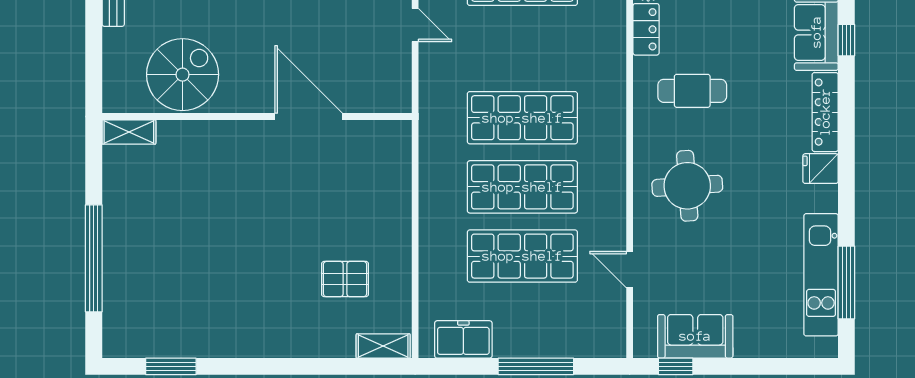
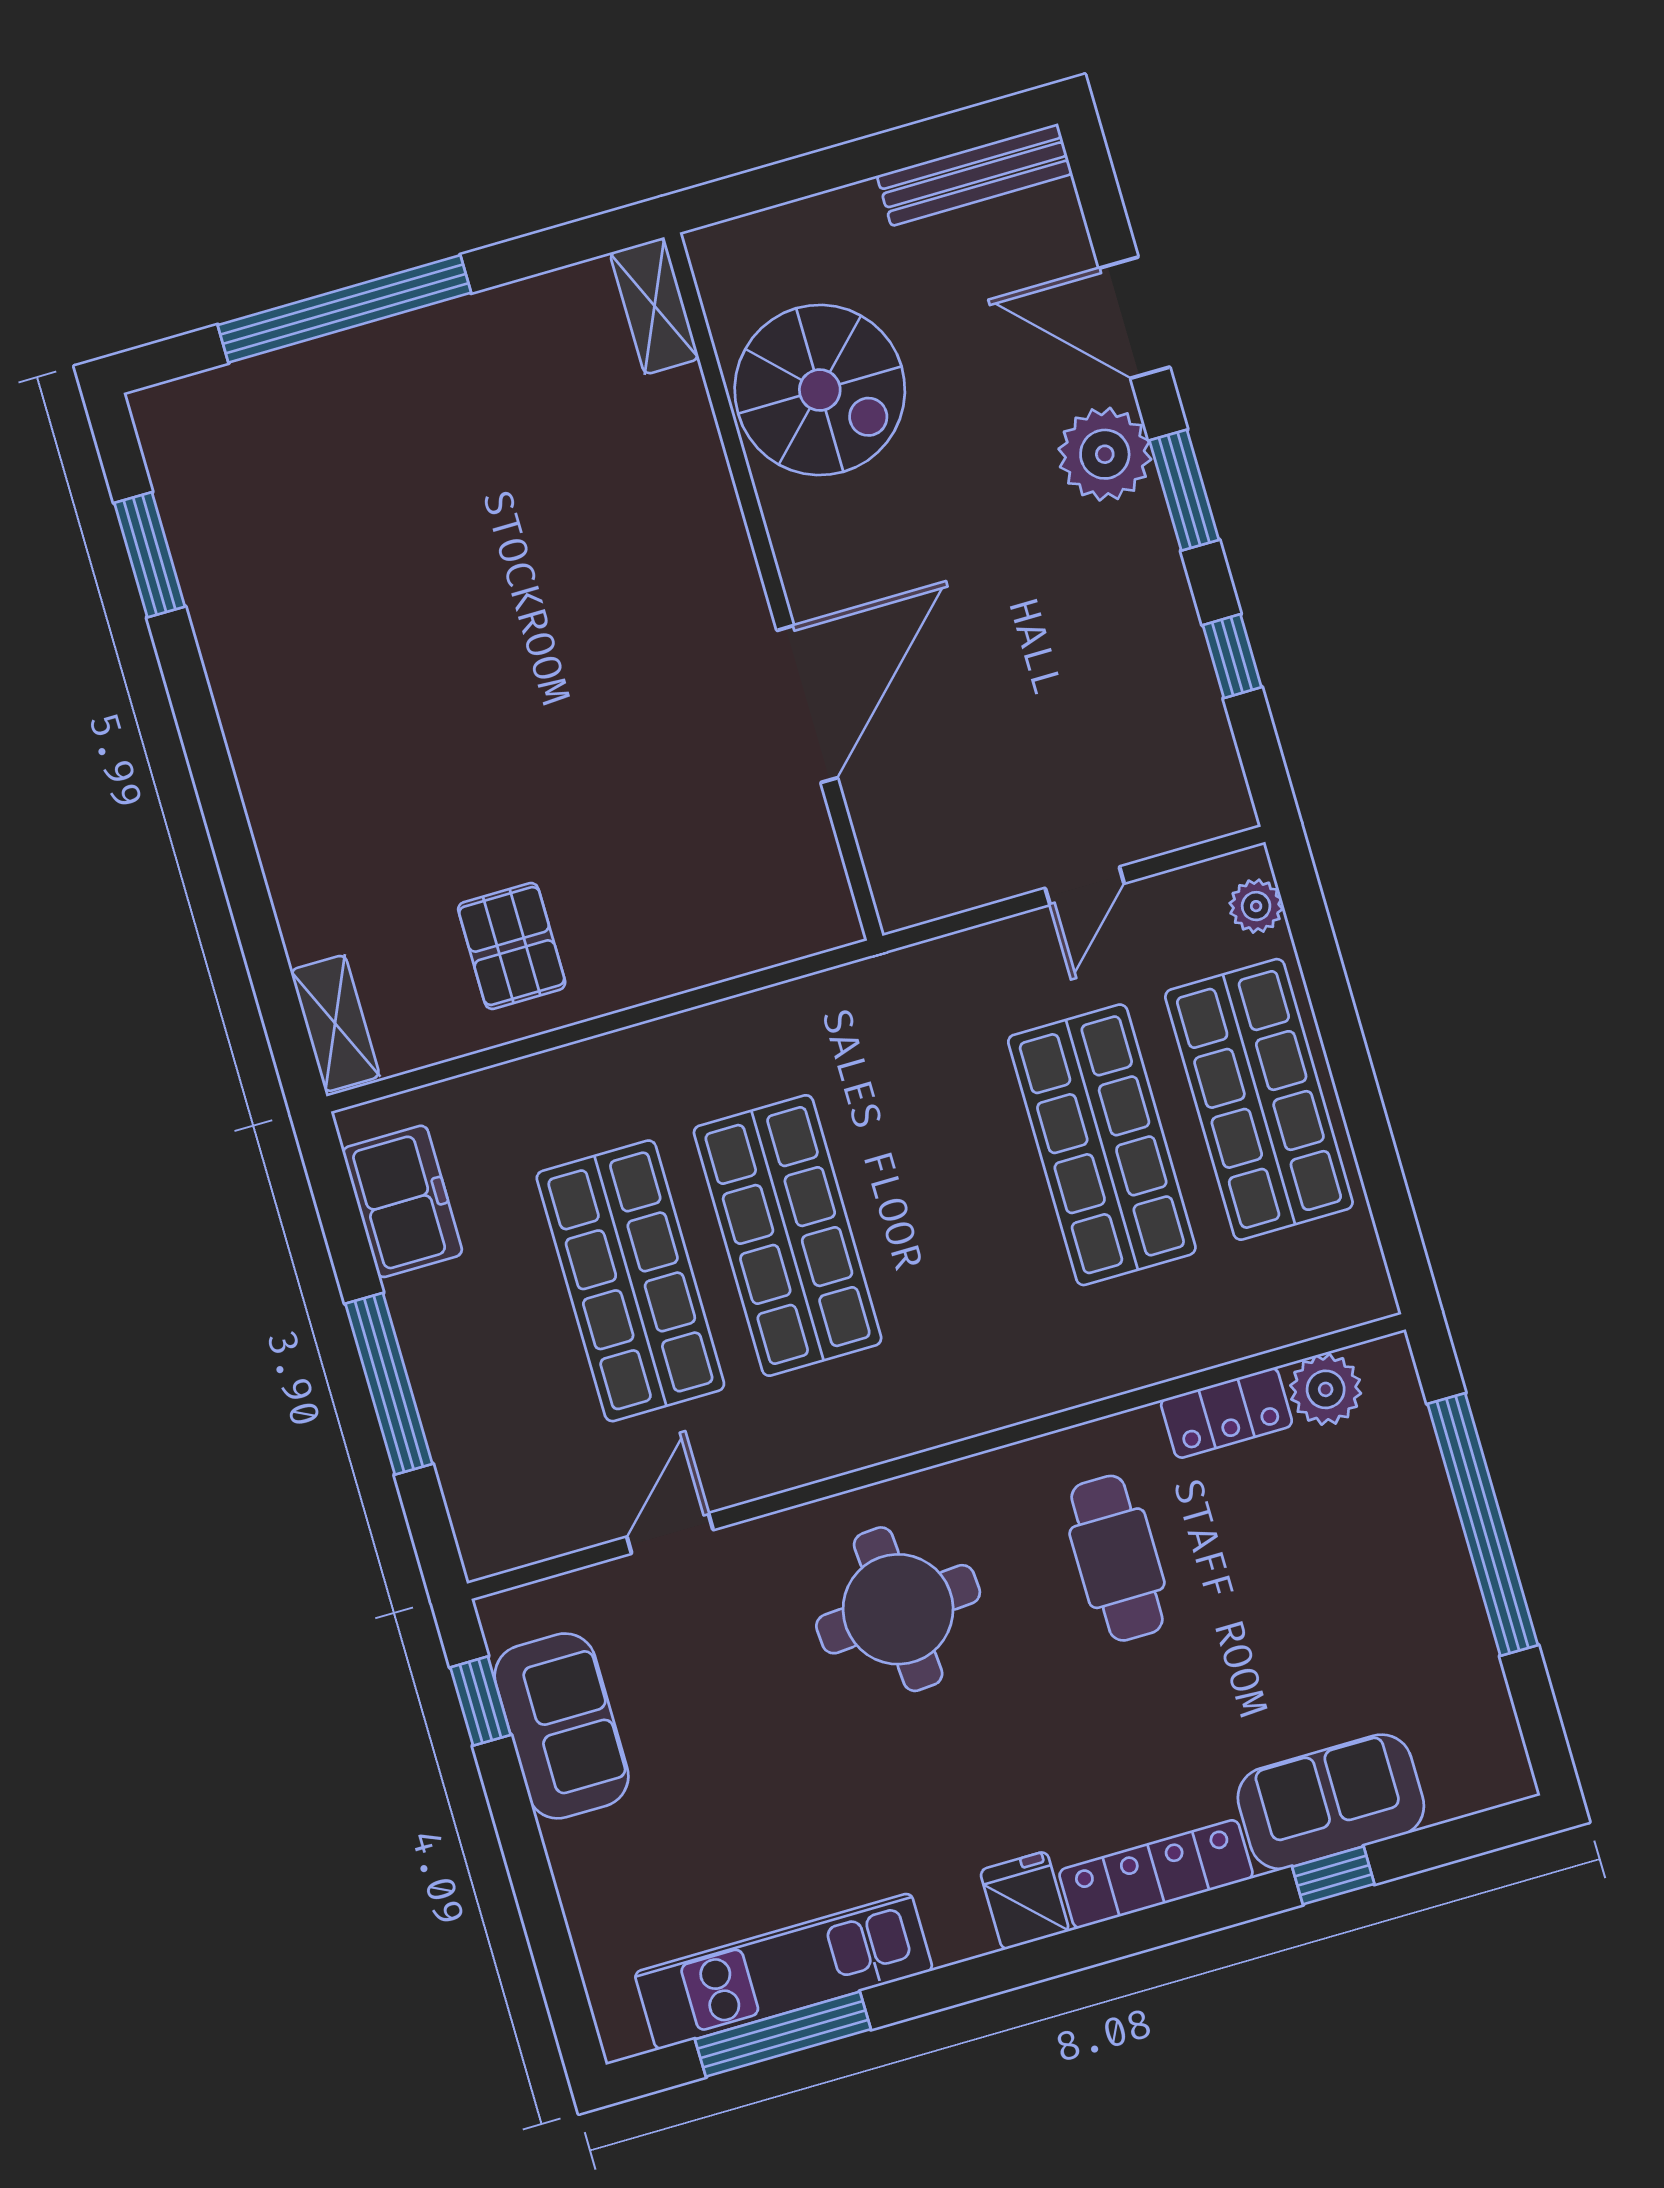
shop shelf: (522, 118) -> (1102, 1145), moved
pallet: (345, 279) -> (512, 946), moved

